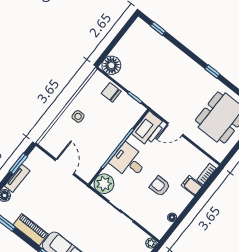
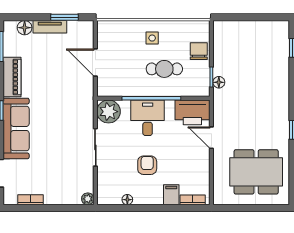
floor lamp: (111, 65) -> (219, 82), moved, width x0.53, depth x0.53
cafe table: (105, 124) -> (164, 69), added
door: (65, 167) -> (95, 63), swing flipped

